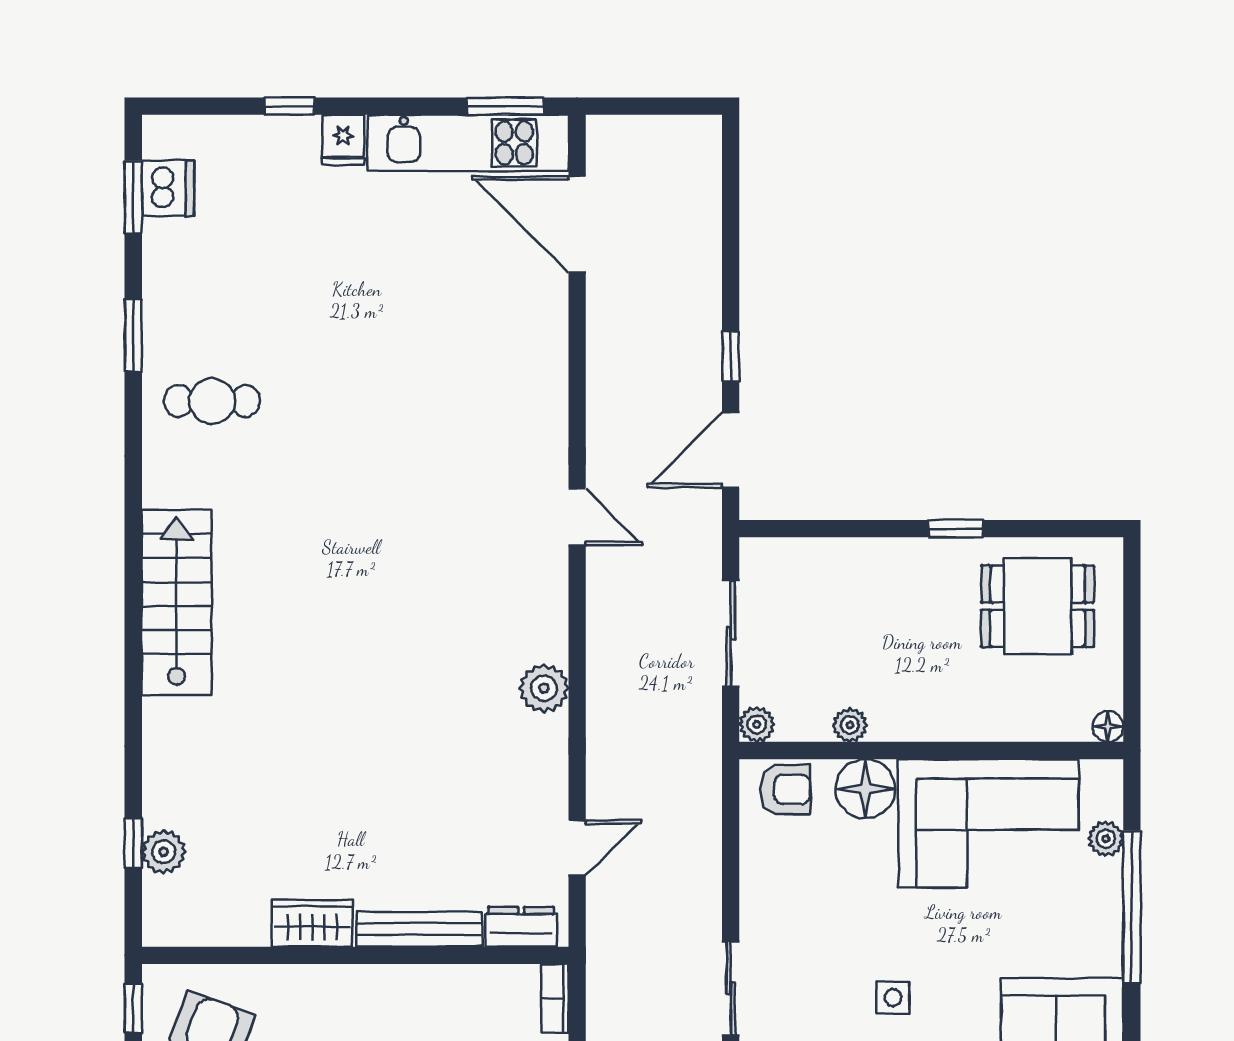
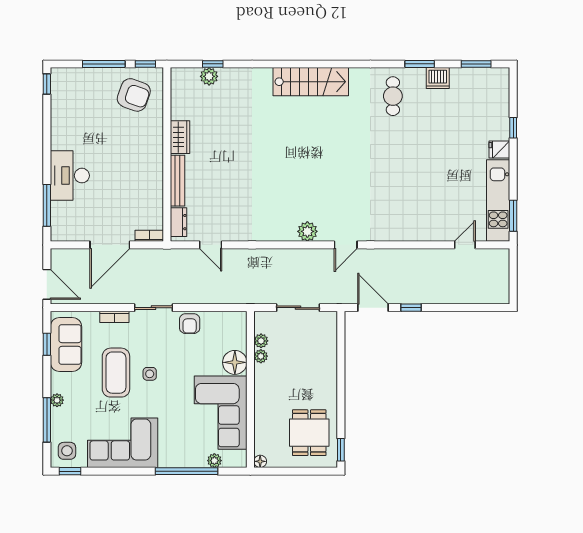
dishwasher: (168, 188) -> (438, 78), moved
door: (577, 224) -> (465, 245), width x0.53
window: (956, 529) -> (341, 450), moved
plant: (544, 688) -> (307, 231), moved
plant: (757, 724) -> (261, 341), moved
armchair: (785, 789) -> (190, 324), moved

